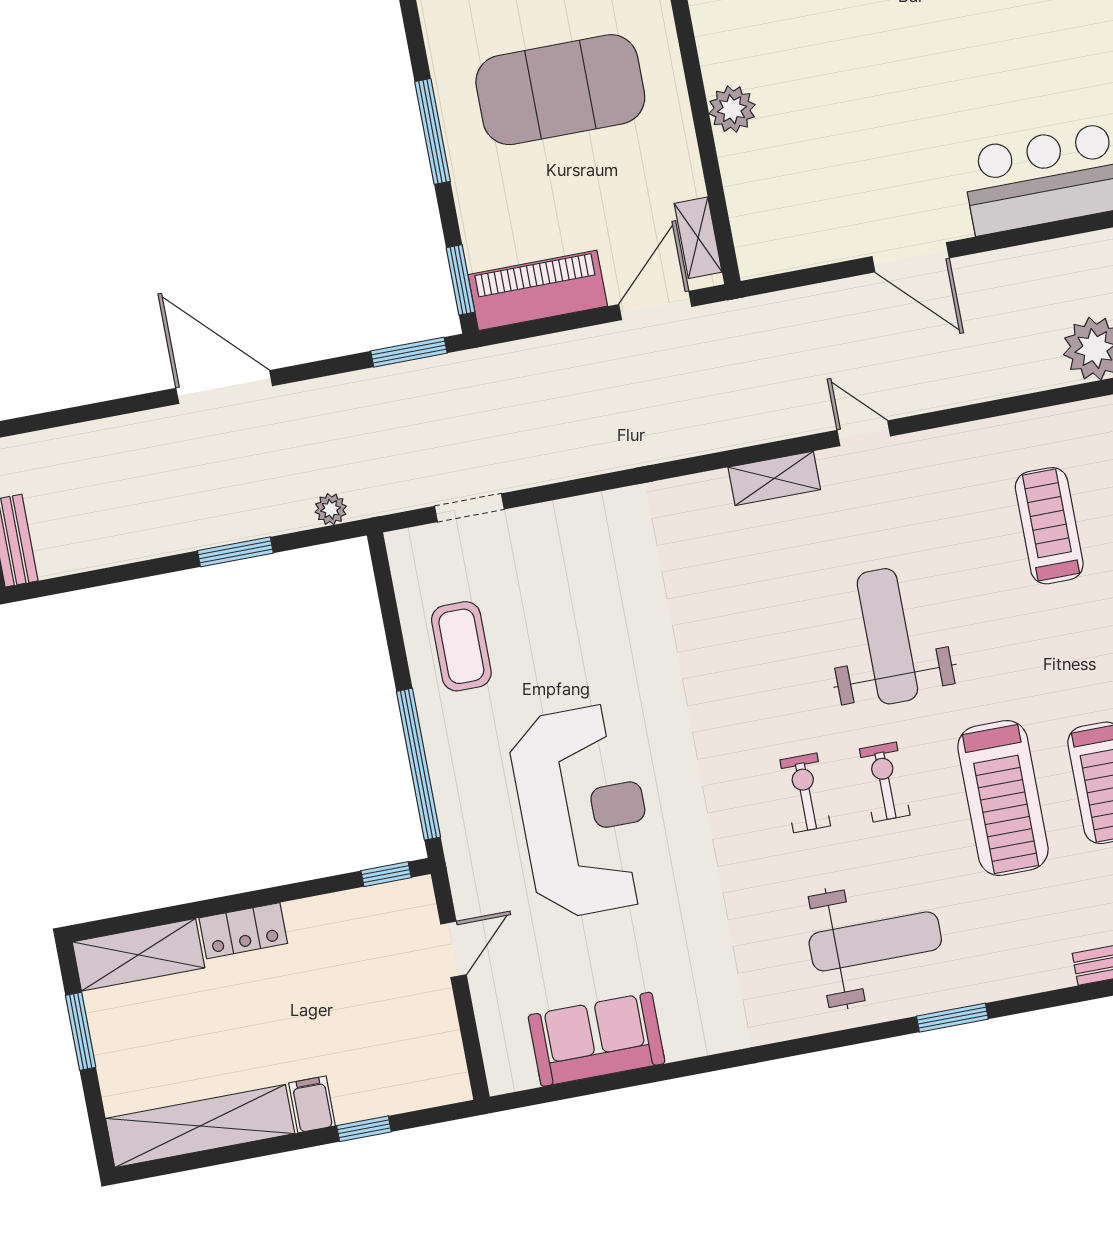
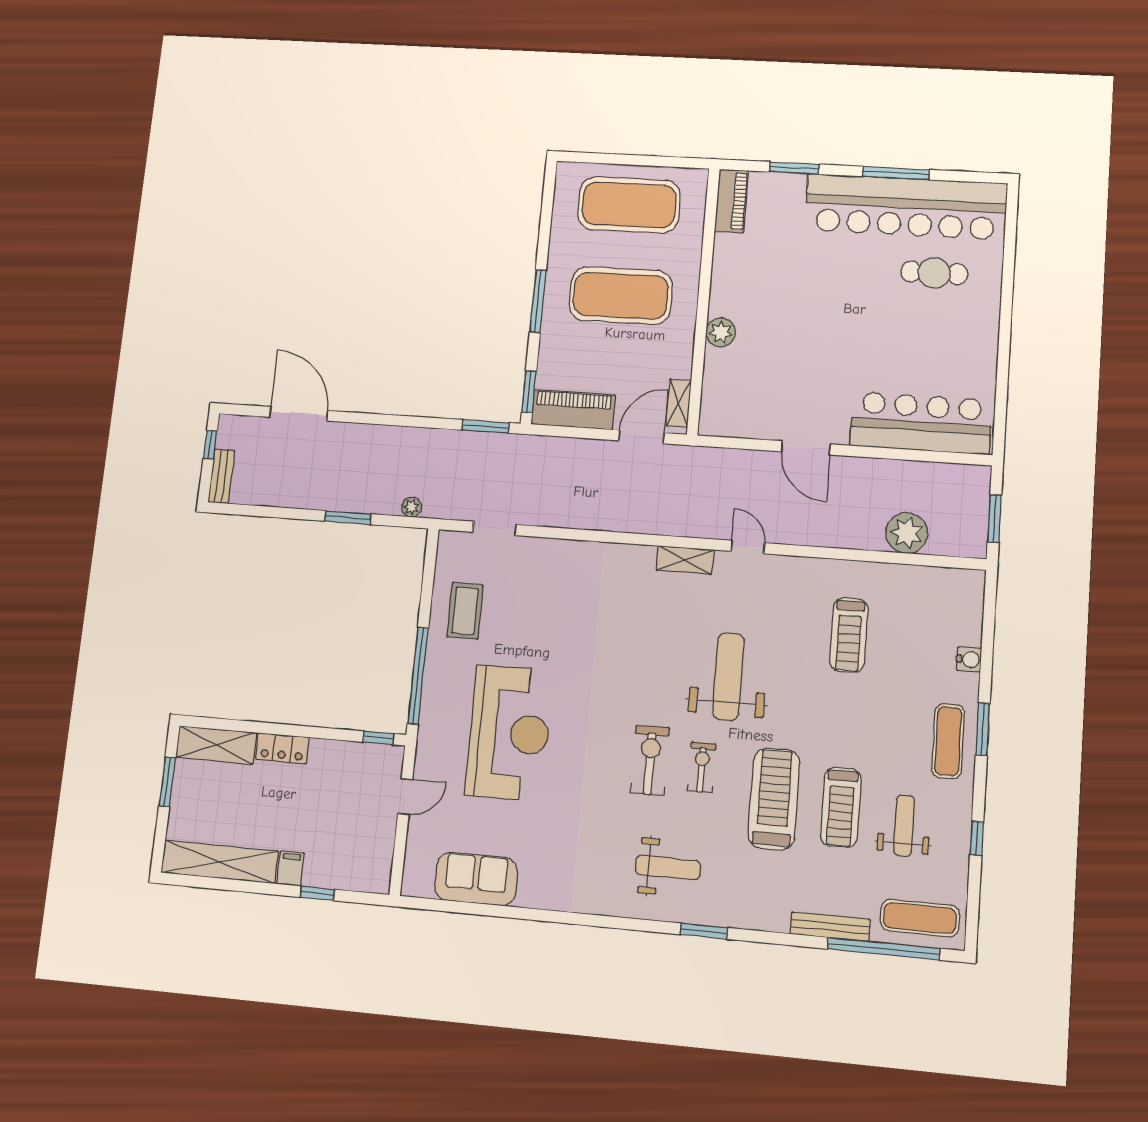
door: (224, 387) -> (299, 414), moved
treadmill: (1049, 526) -> (849, 635), turned 180
exercise bike: (805, 793) -> (650, 760), width x1.38, depth x1.39
treadmill: (1003, 798) -> (774, 799), turned 180
weight bench: (875, 941) -> (668, 867), width x0.73, depth x0.75

